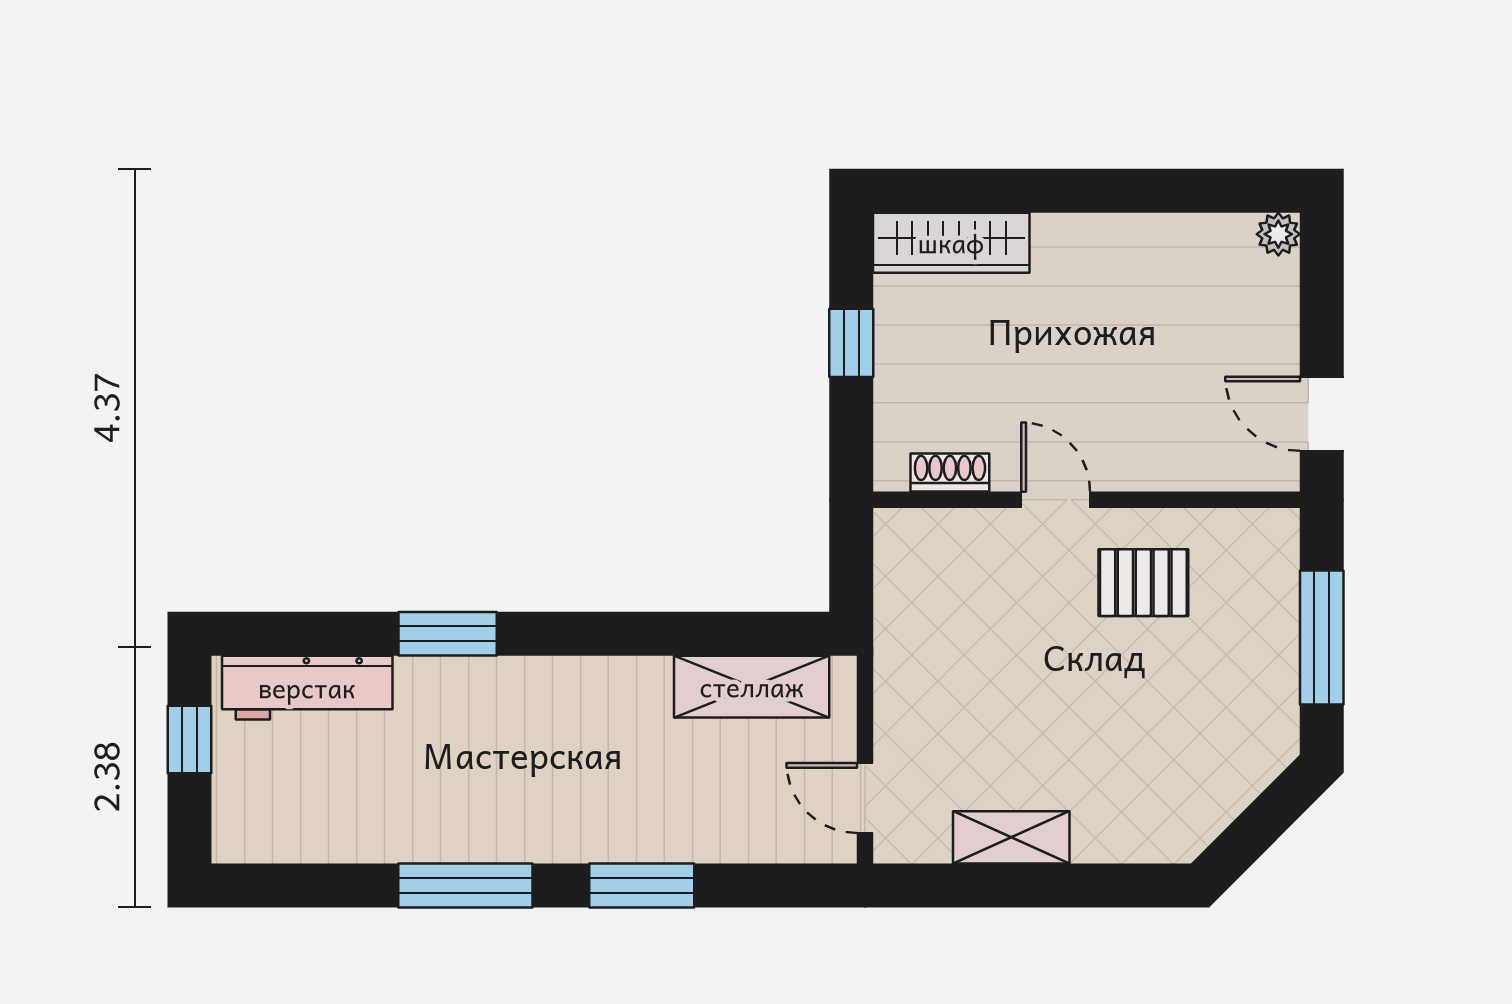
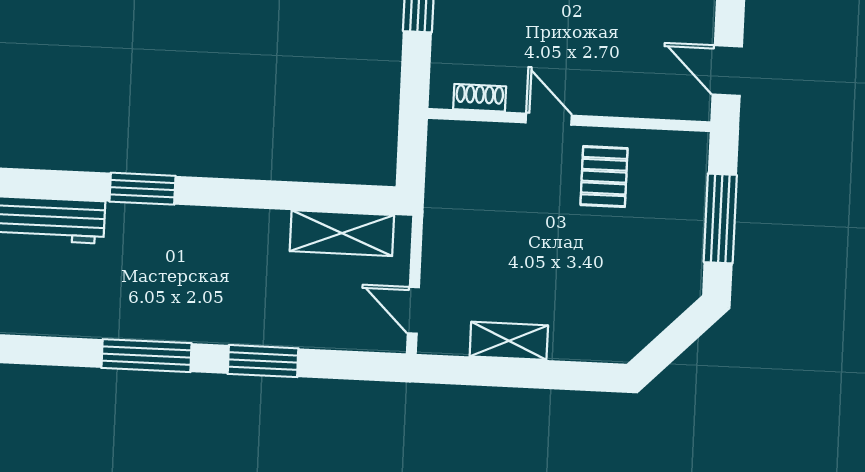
pallet: (1143, 583) -> (604, 177), turned 90

